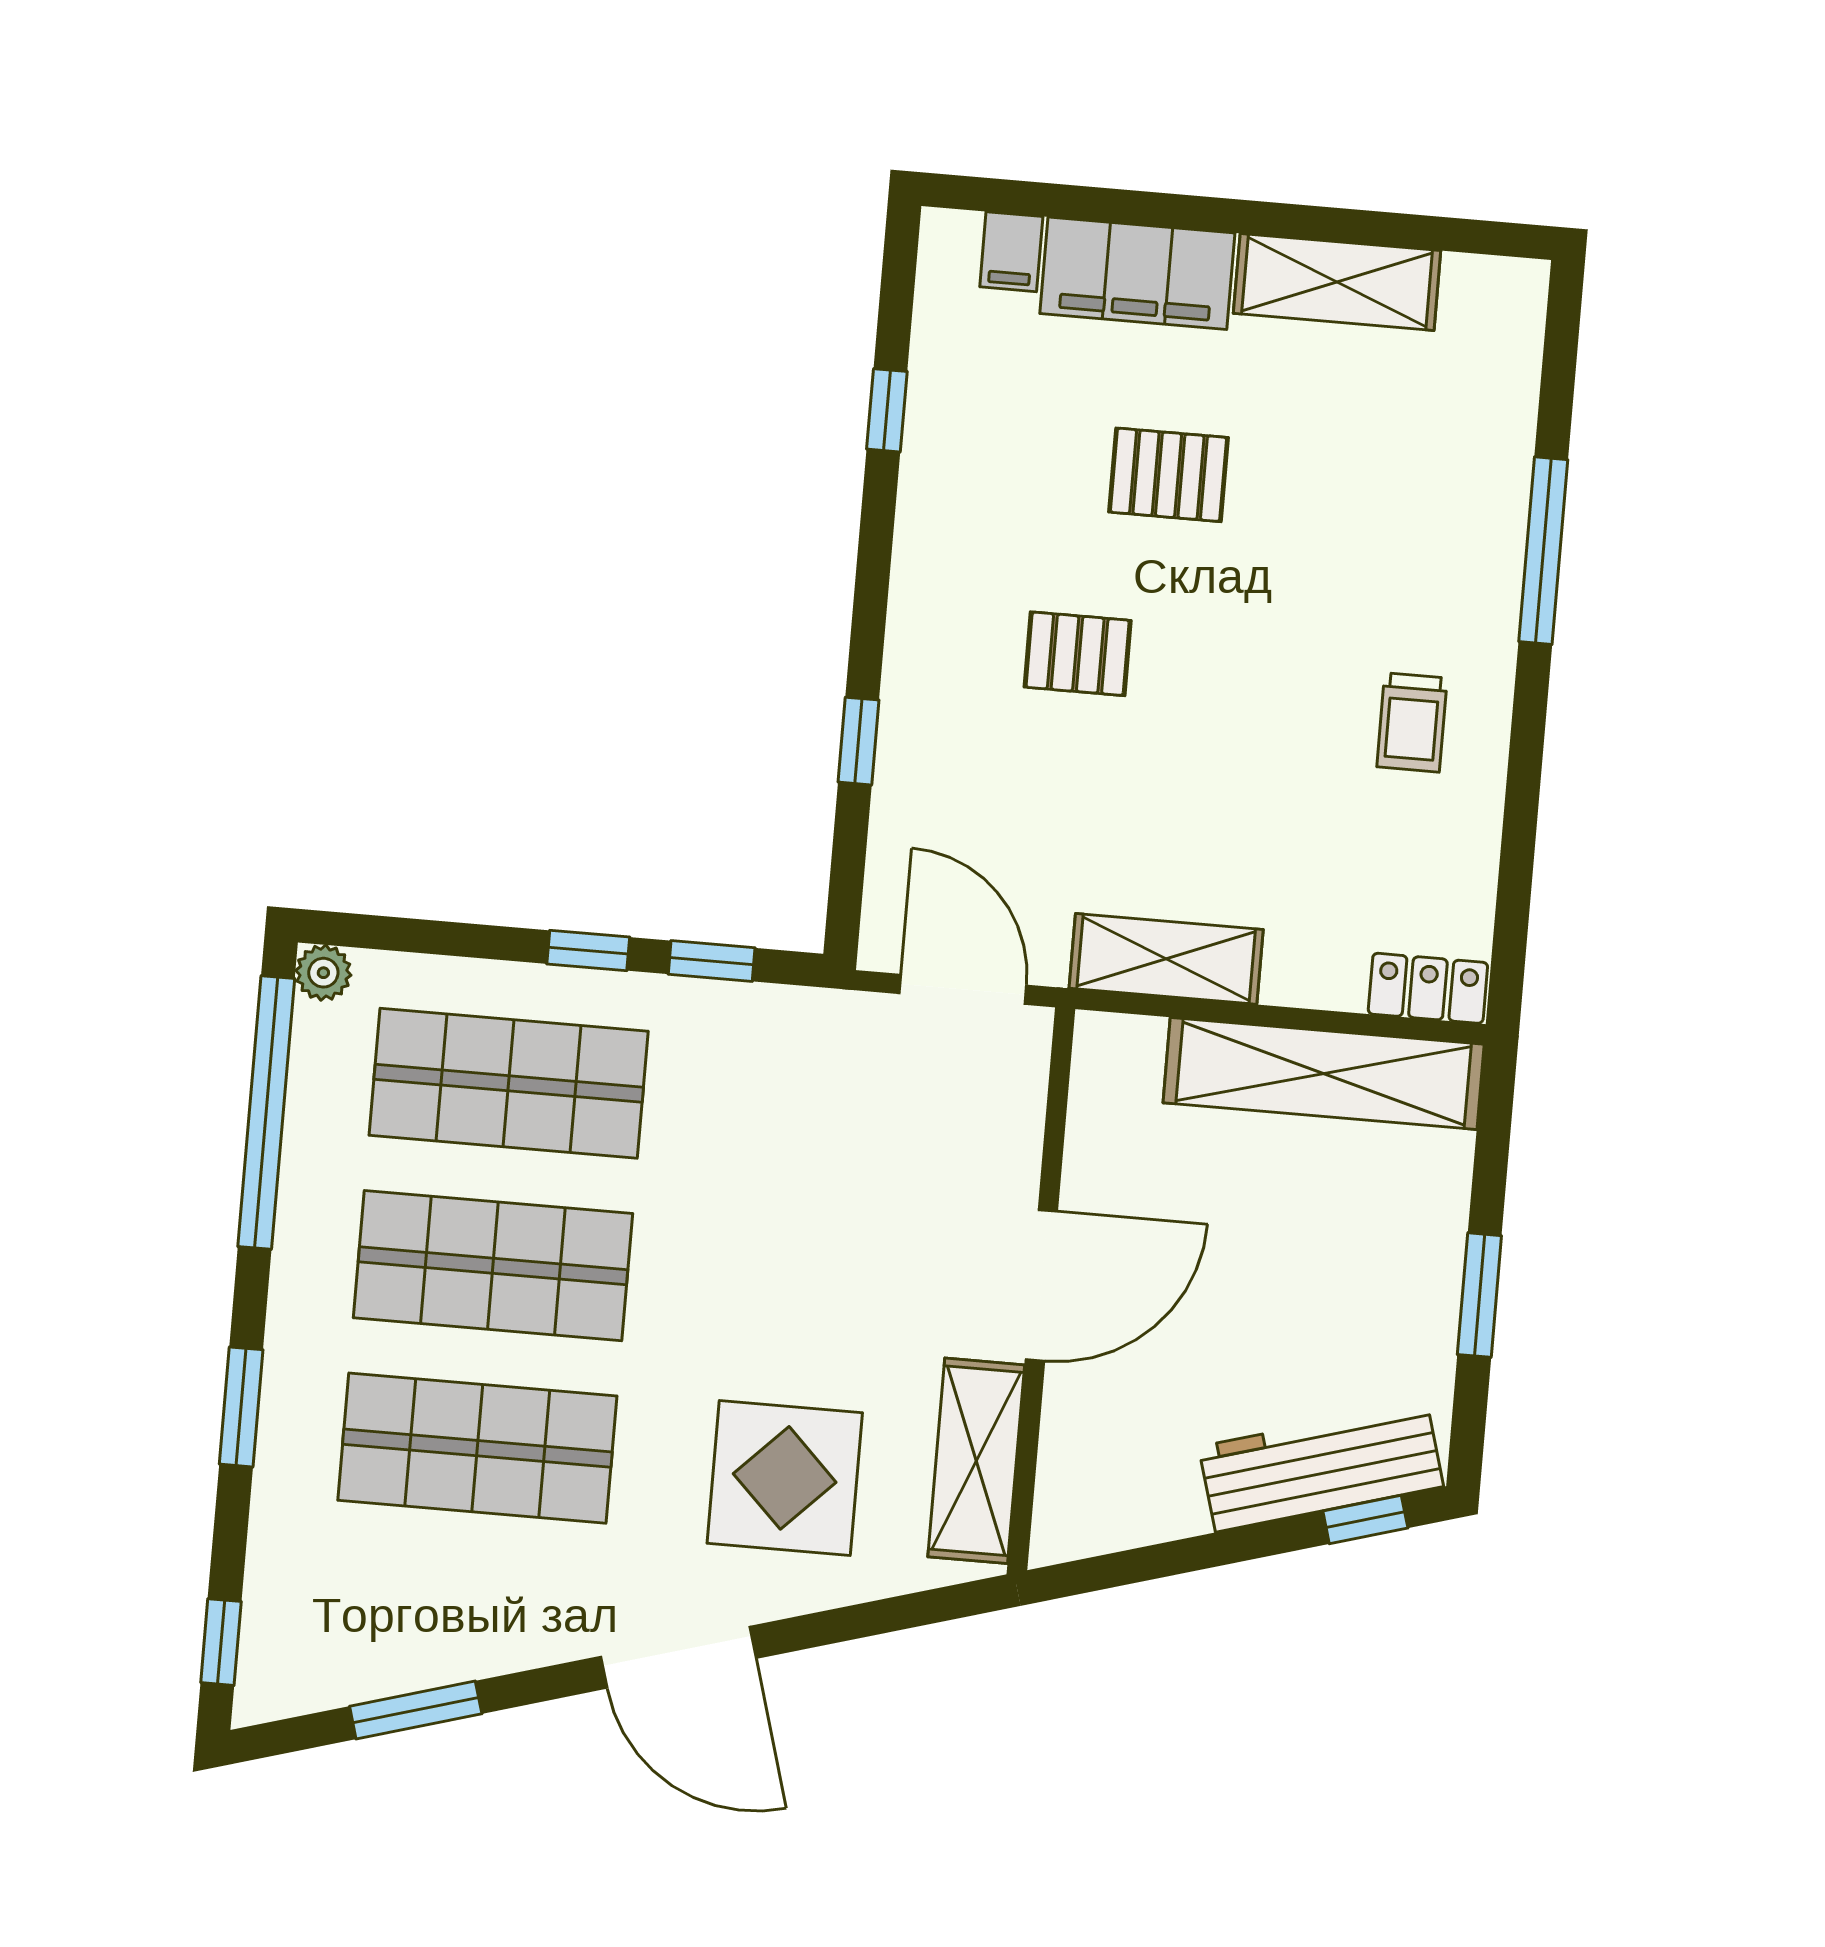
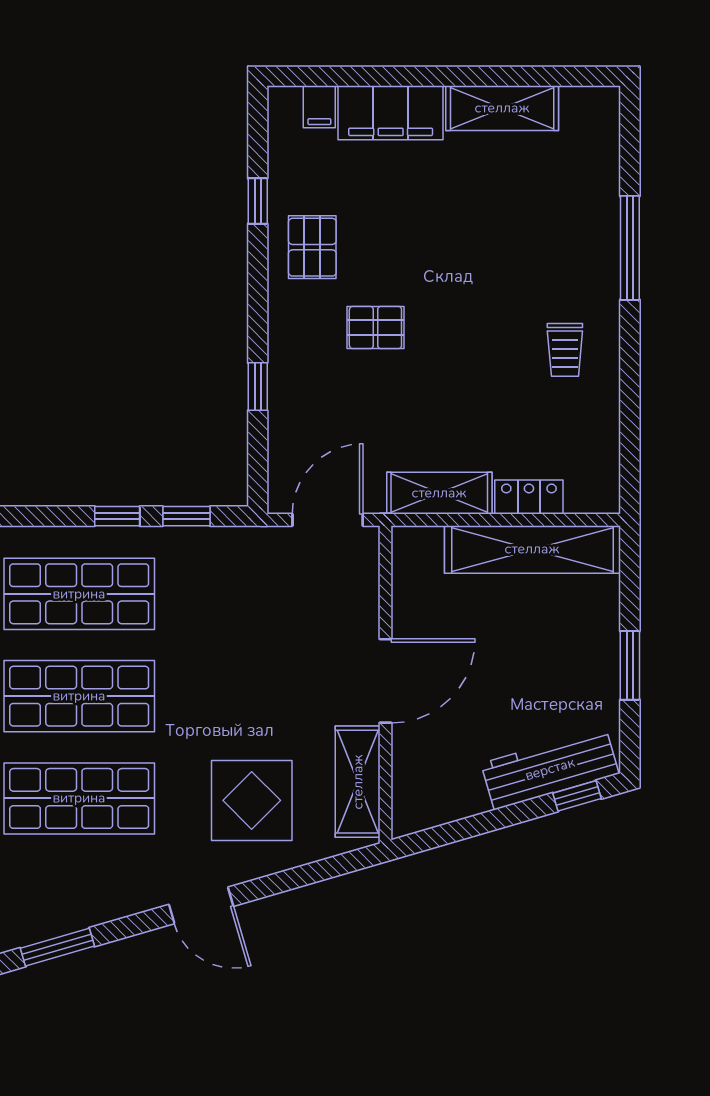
pallet: (1169, 475) -> (312, 247), moved, turned 90
locker: (1428, 988) -> (529, 497), moved
door: (963, 989) -> (328, 520), hinge flipped
door: (678, 1657) -> (201, 905), width x0.73

